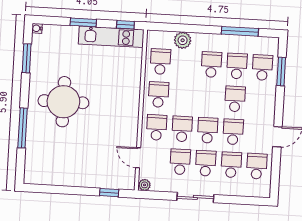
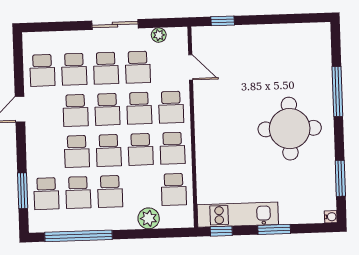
window: (240, 31) -> (78, 236), width x1.46
school desk: (184, 96) -> (141, 149), added
school desk: (209, 97) -> (109, 150), added
plant: (145, 185) -> (159, 35), moved

